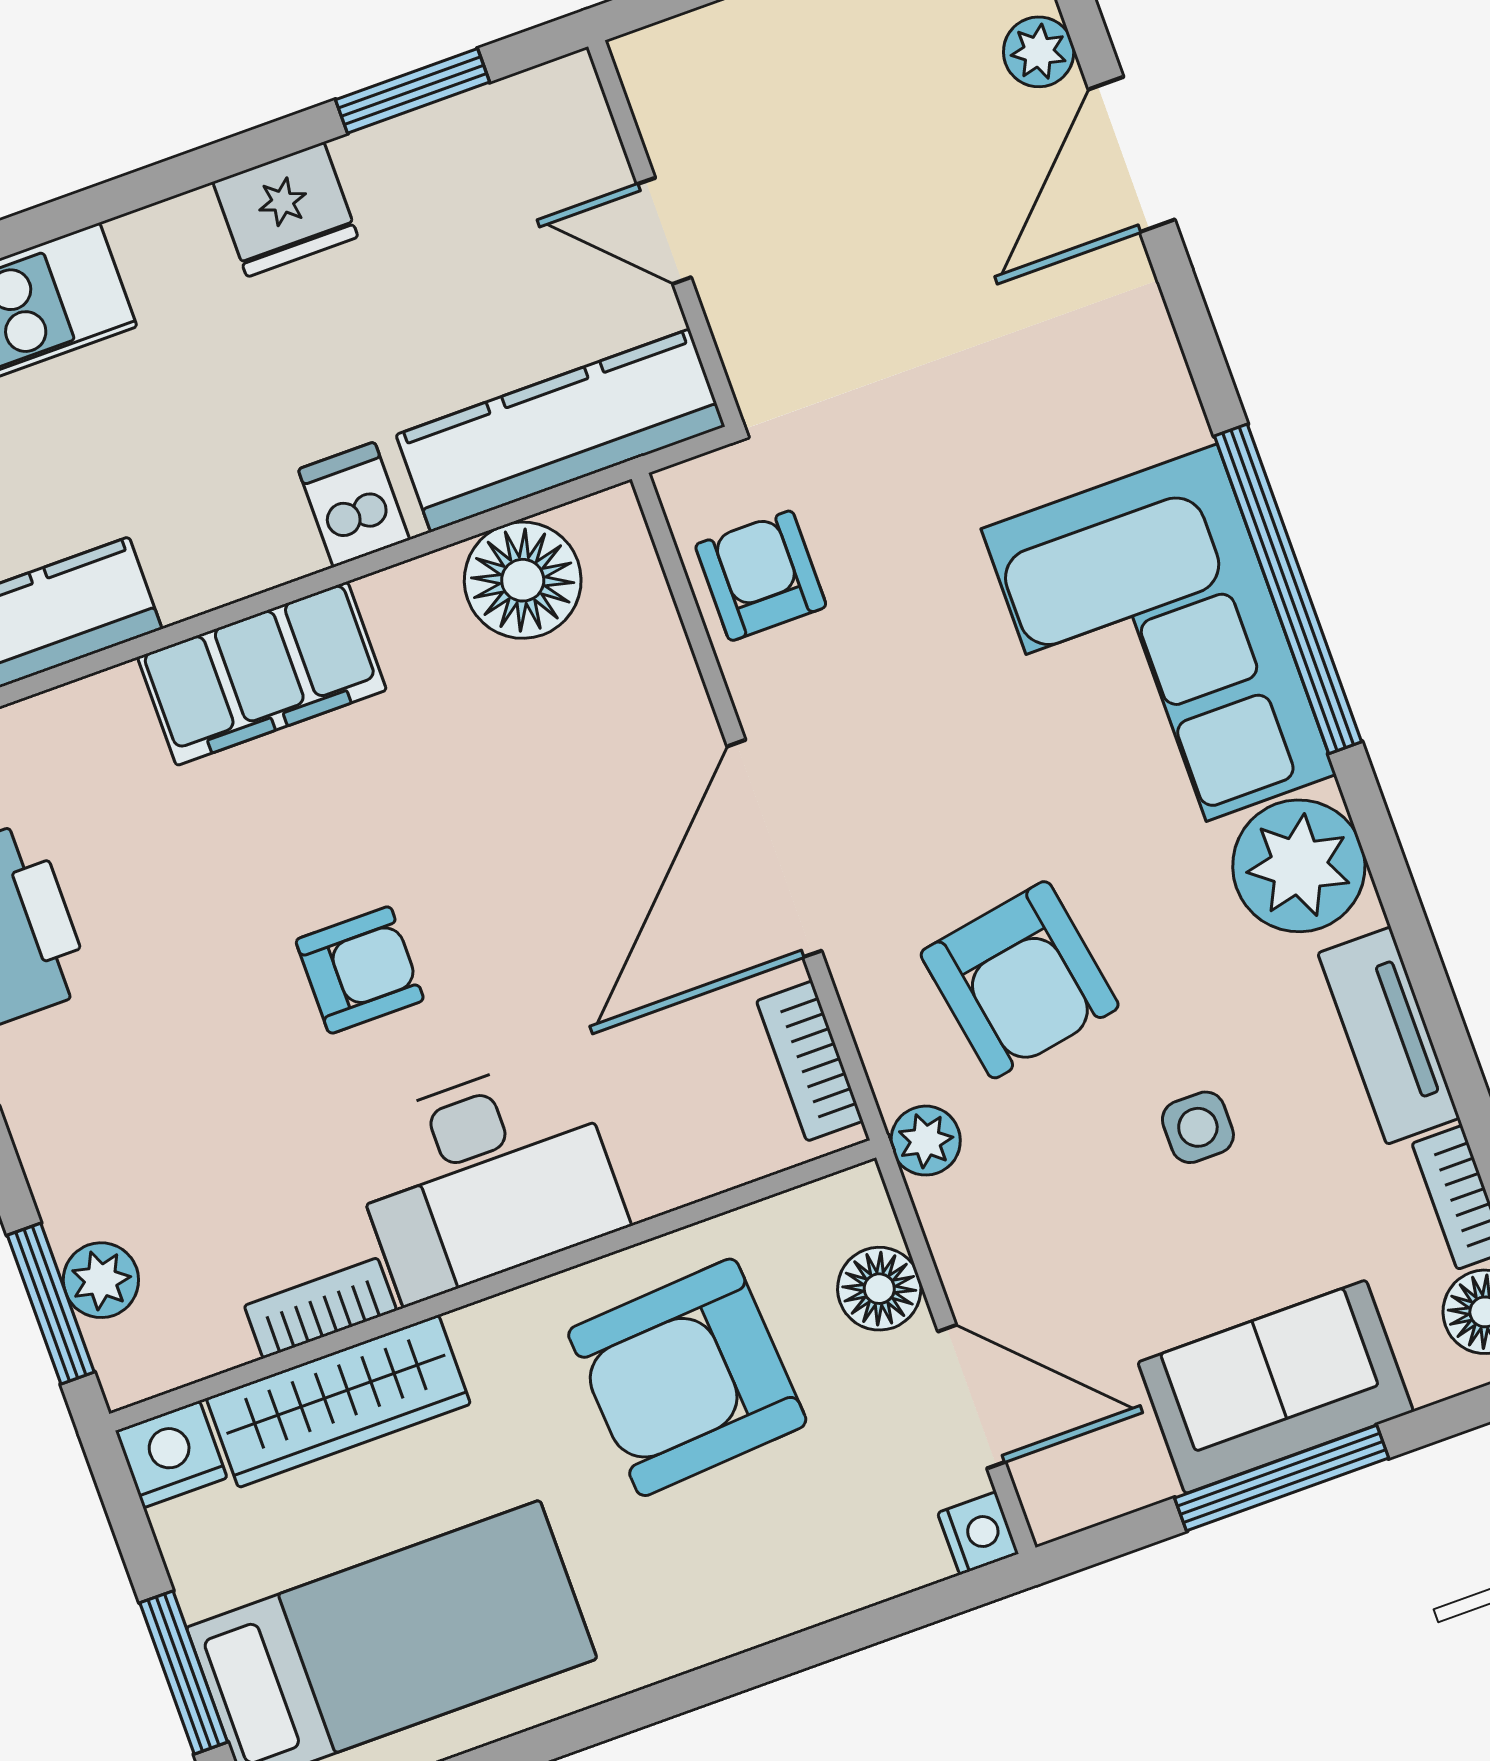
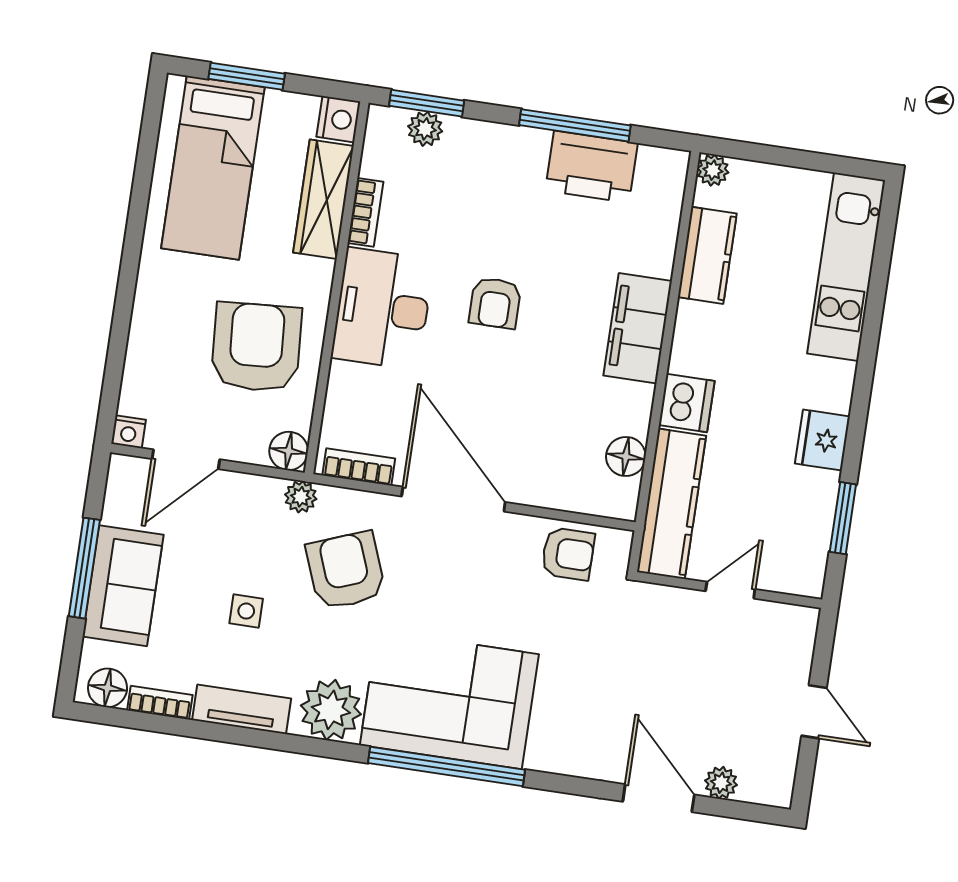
dishwasher: (354, 505) -> (687, 403), width x1.38
floor lamp: (523, 580) -> (626, 457), width x0.73, depth x0.73
armchair: (1020, 980) -> (346, 571), turned 79
floor lamp: (879, 1289) -> (289, 451), moved

